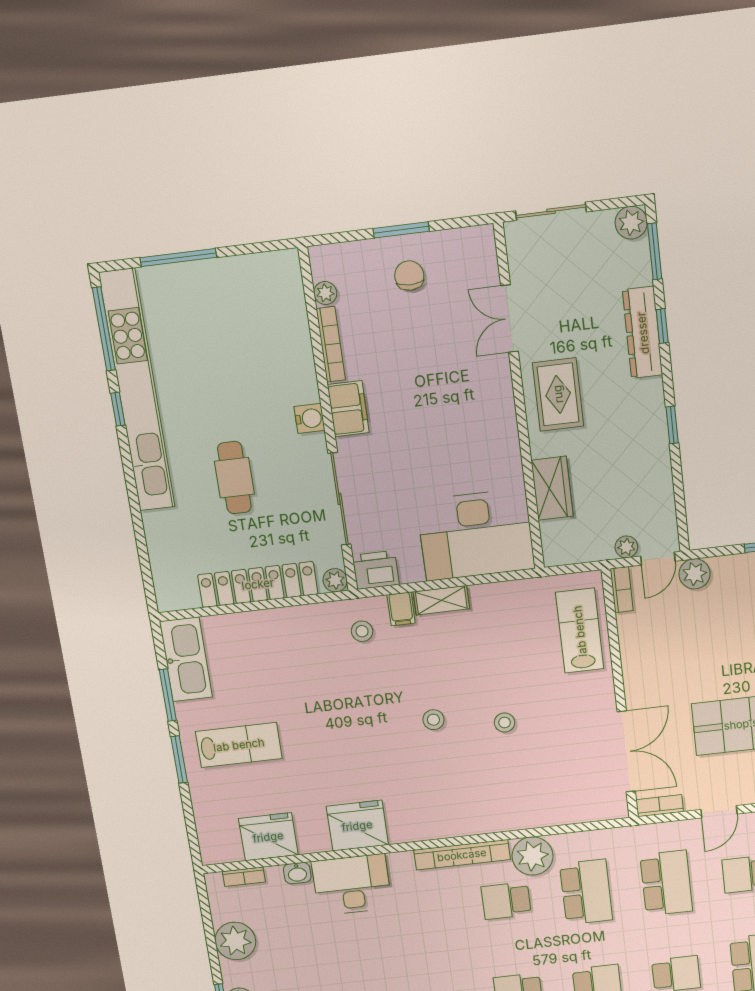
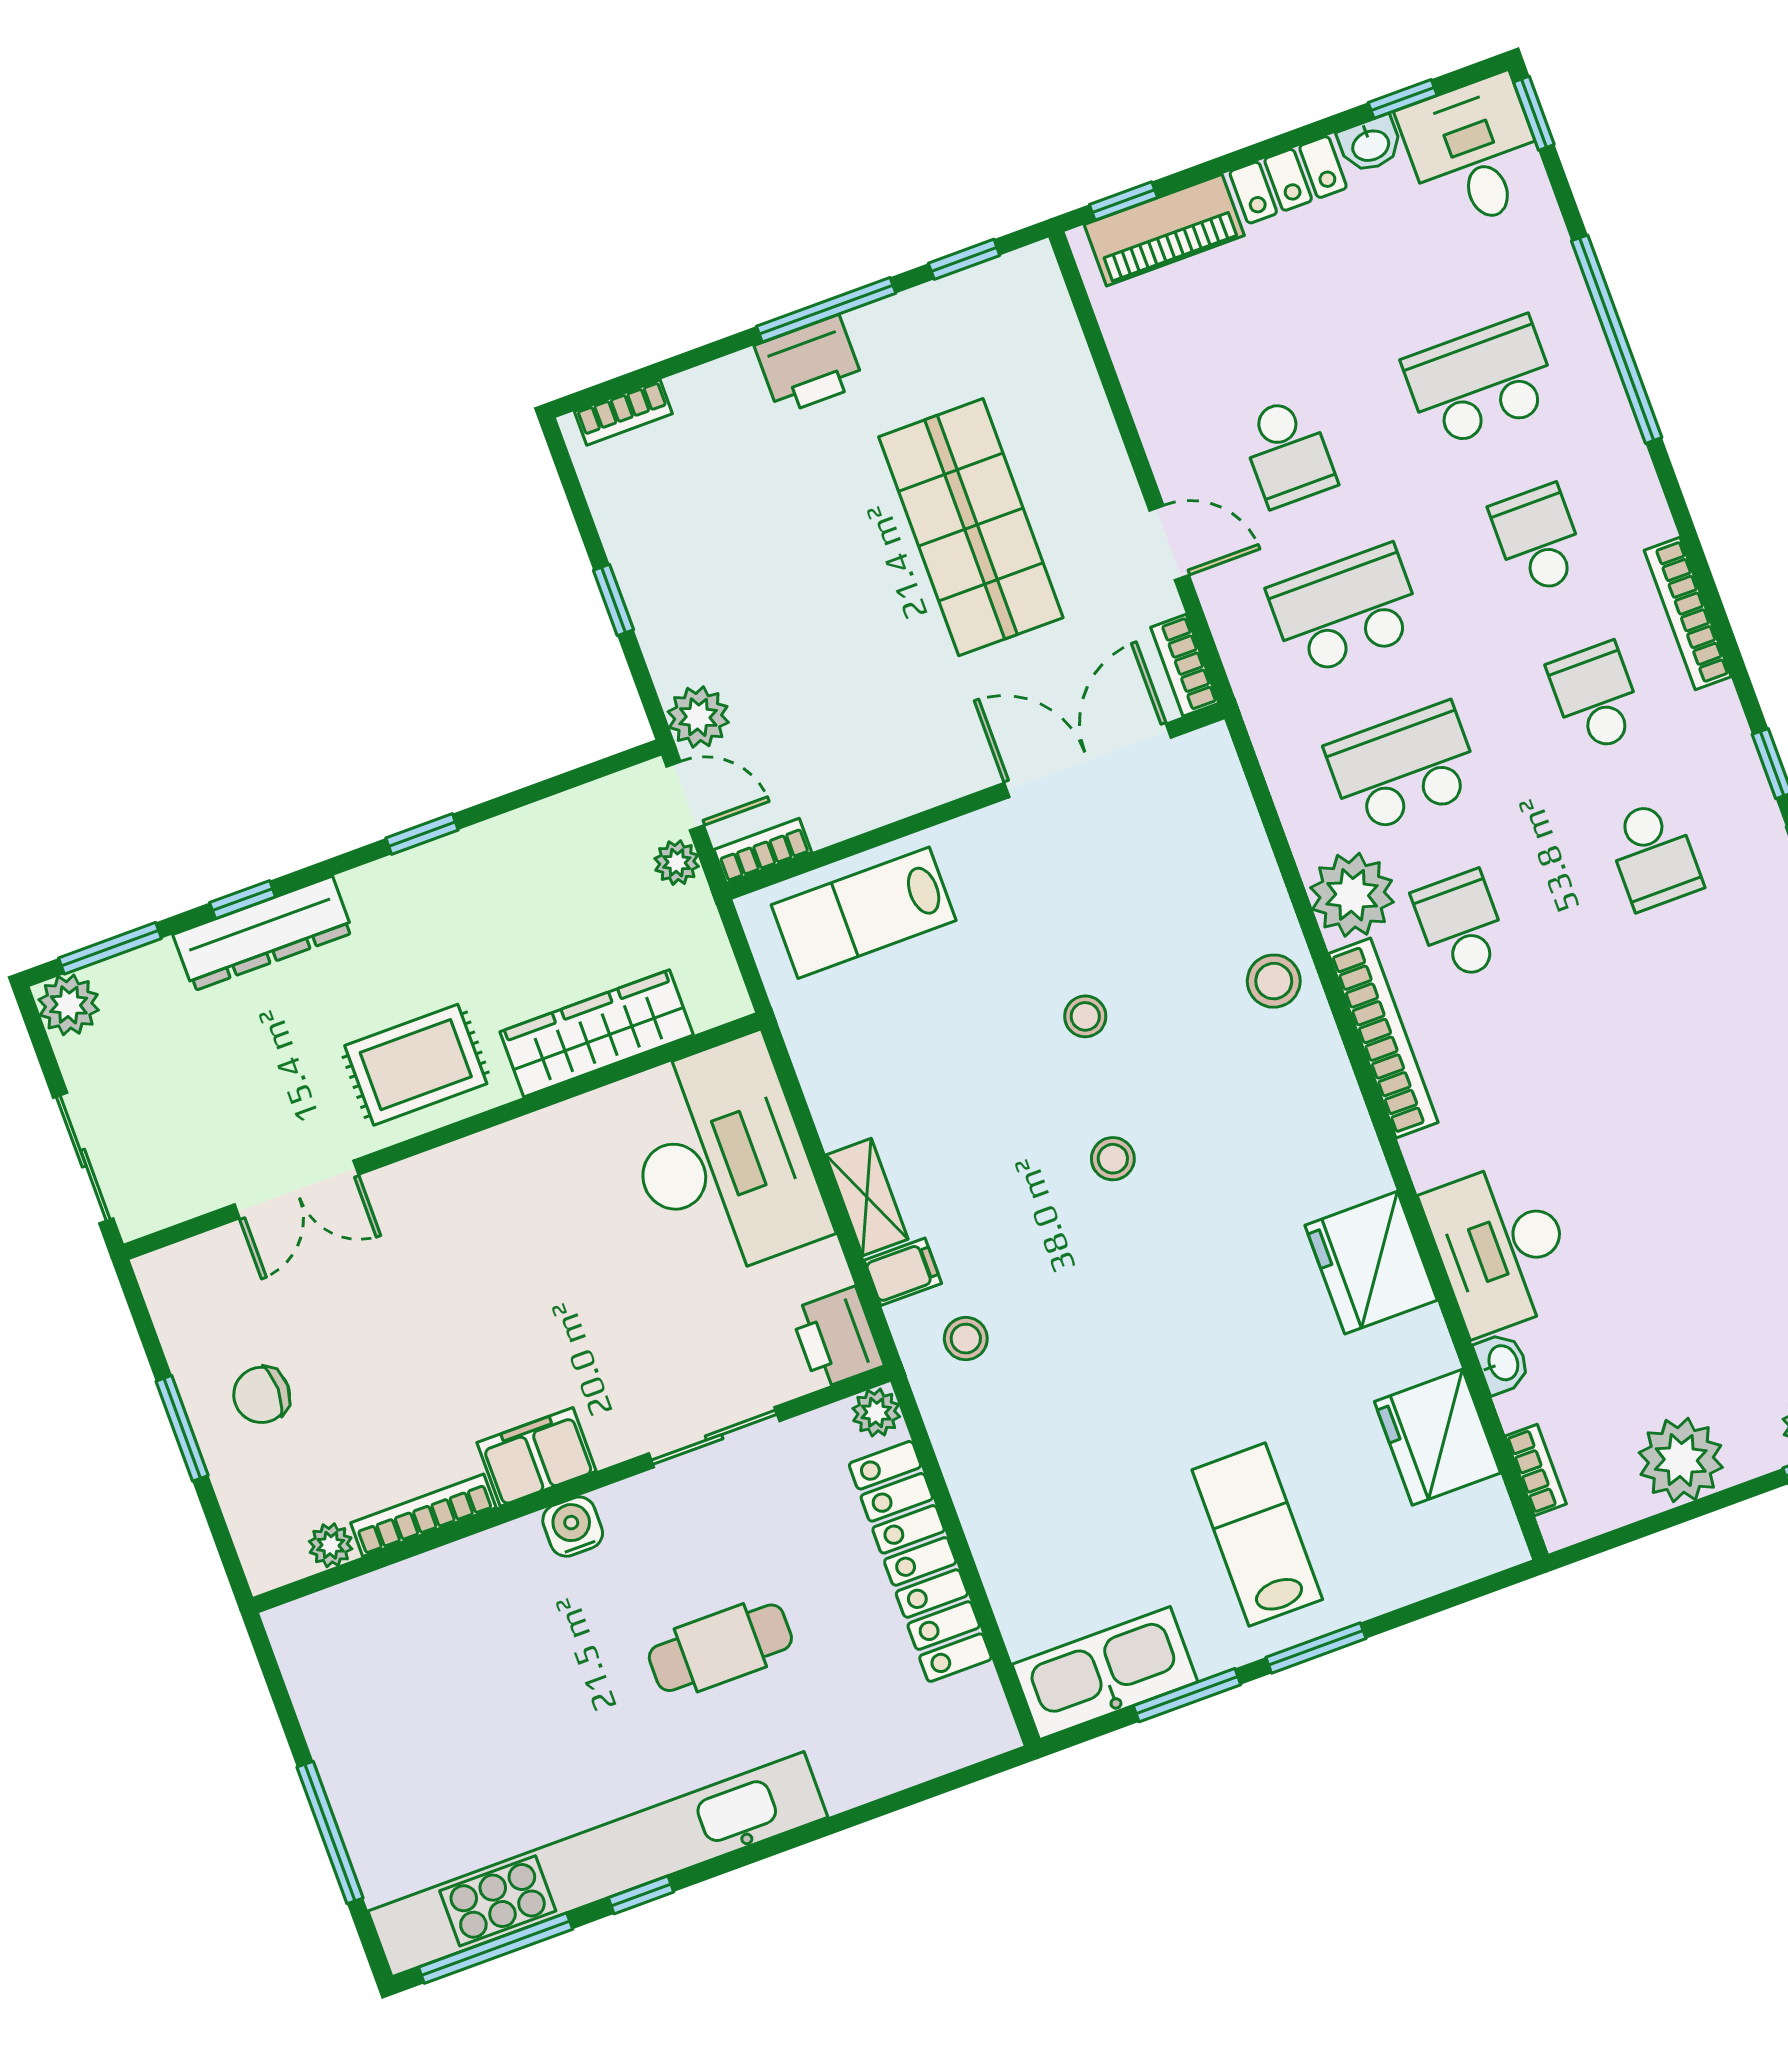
wardrobe: (552, 488) -> (597, 1033), width x1.50
sliding door: (340, 499) -> (714, 1437), width x0.73
stool: (501, 812) -> (1274, 981), added
school desk: (506, 901) -> (1461, 926), turned 180

